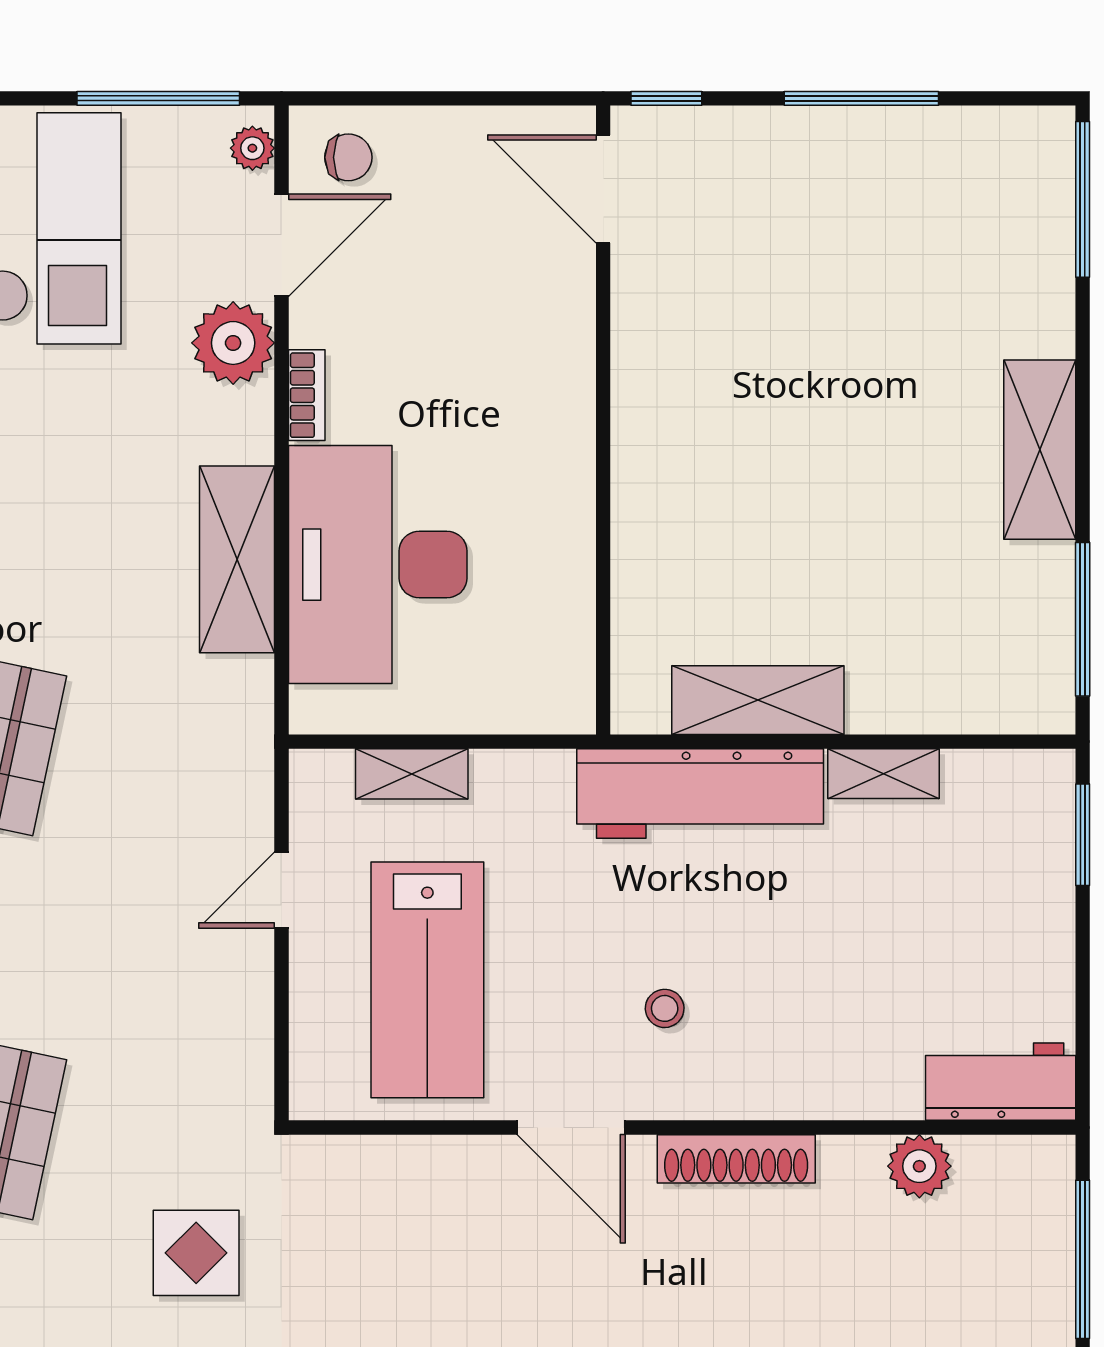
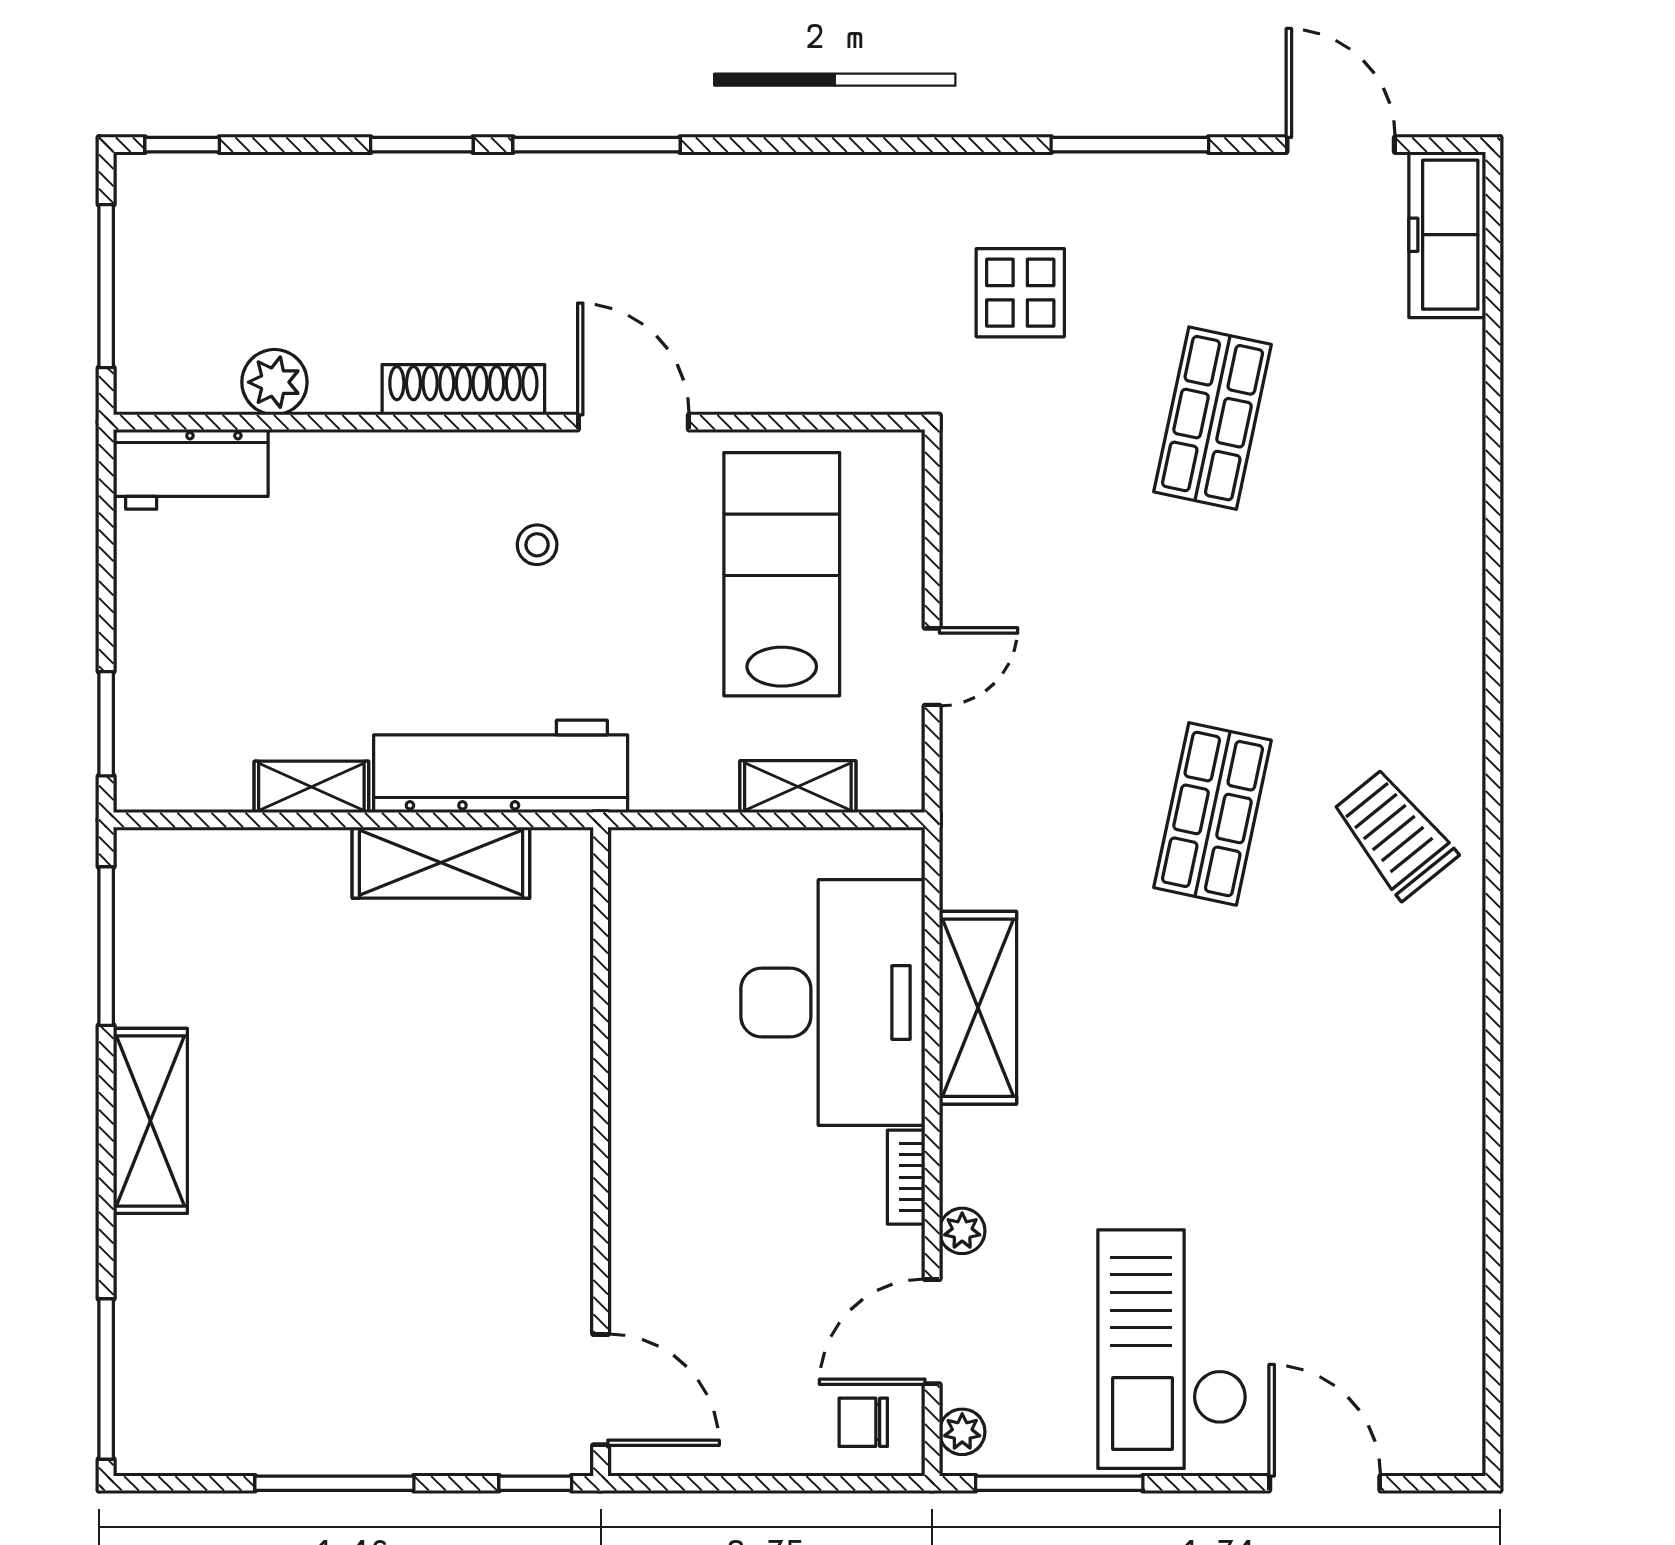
plant: (233, 343) -> (962, 1231), width x0.53, depth x0.53

